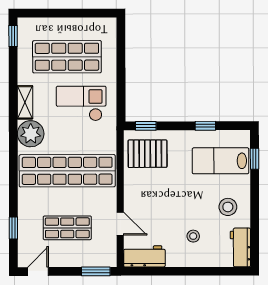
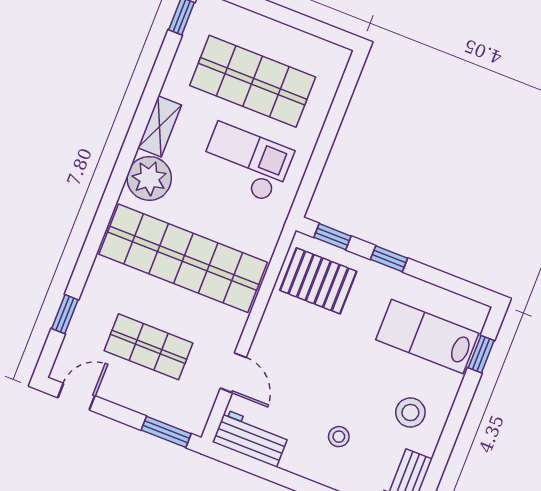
window: (205, 126) -> (389, 259), moved

